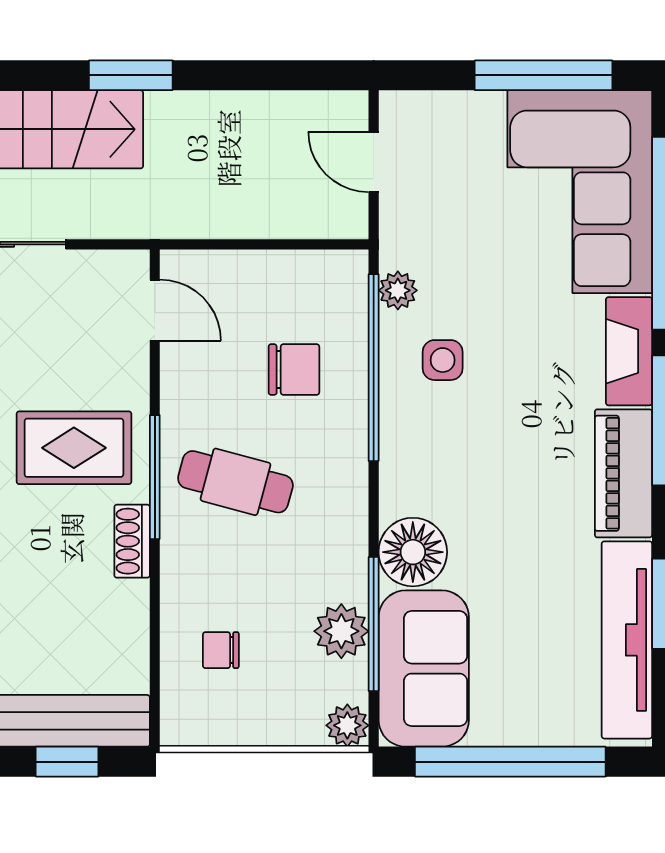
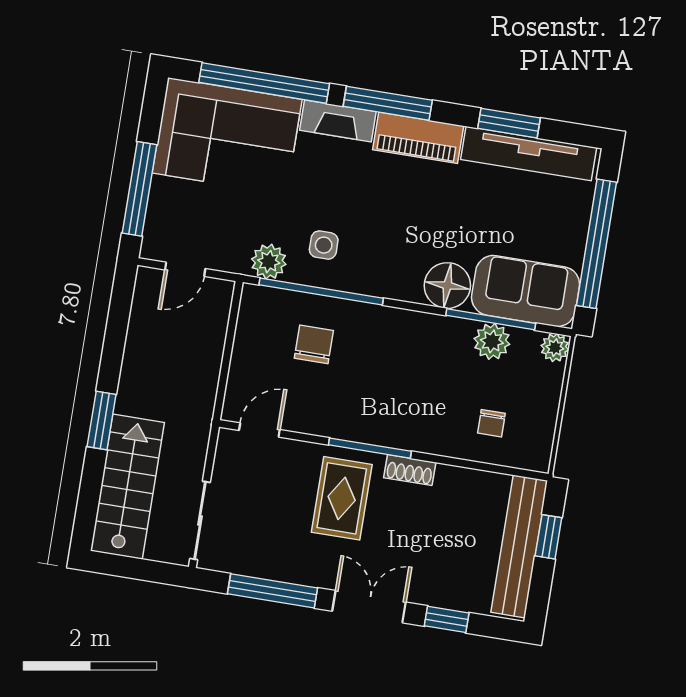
window: (544, 75) -> (140, 189), moved
plant: (398, 290) -> (269, 262), width x1.38, depth x1.38
cafe table: (235, 482) -> (382, 395), removed

